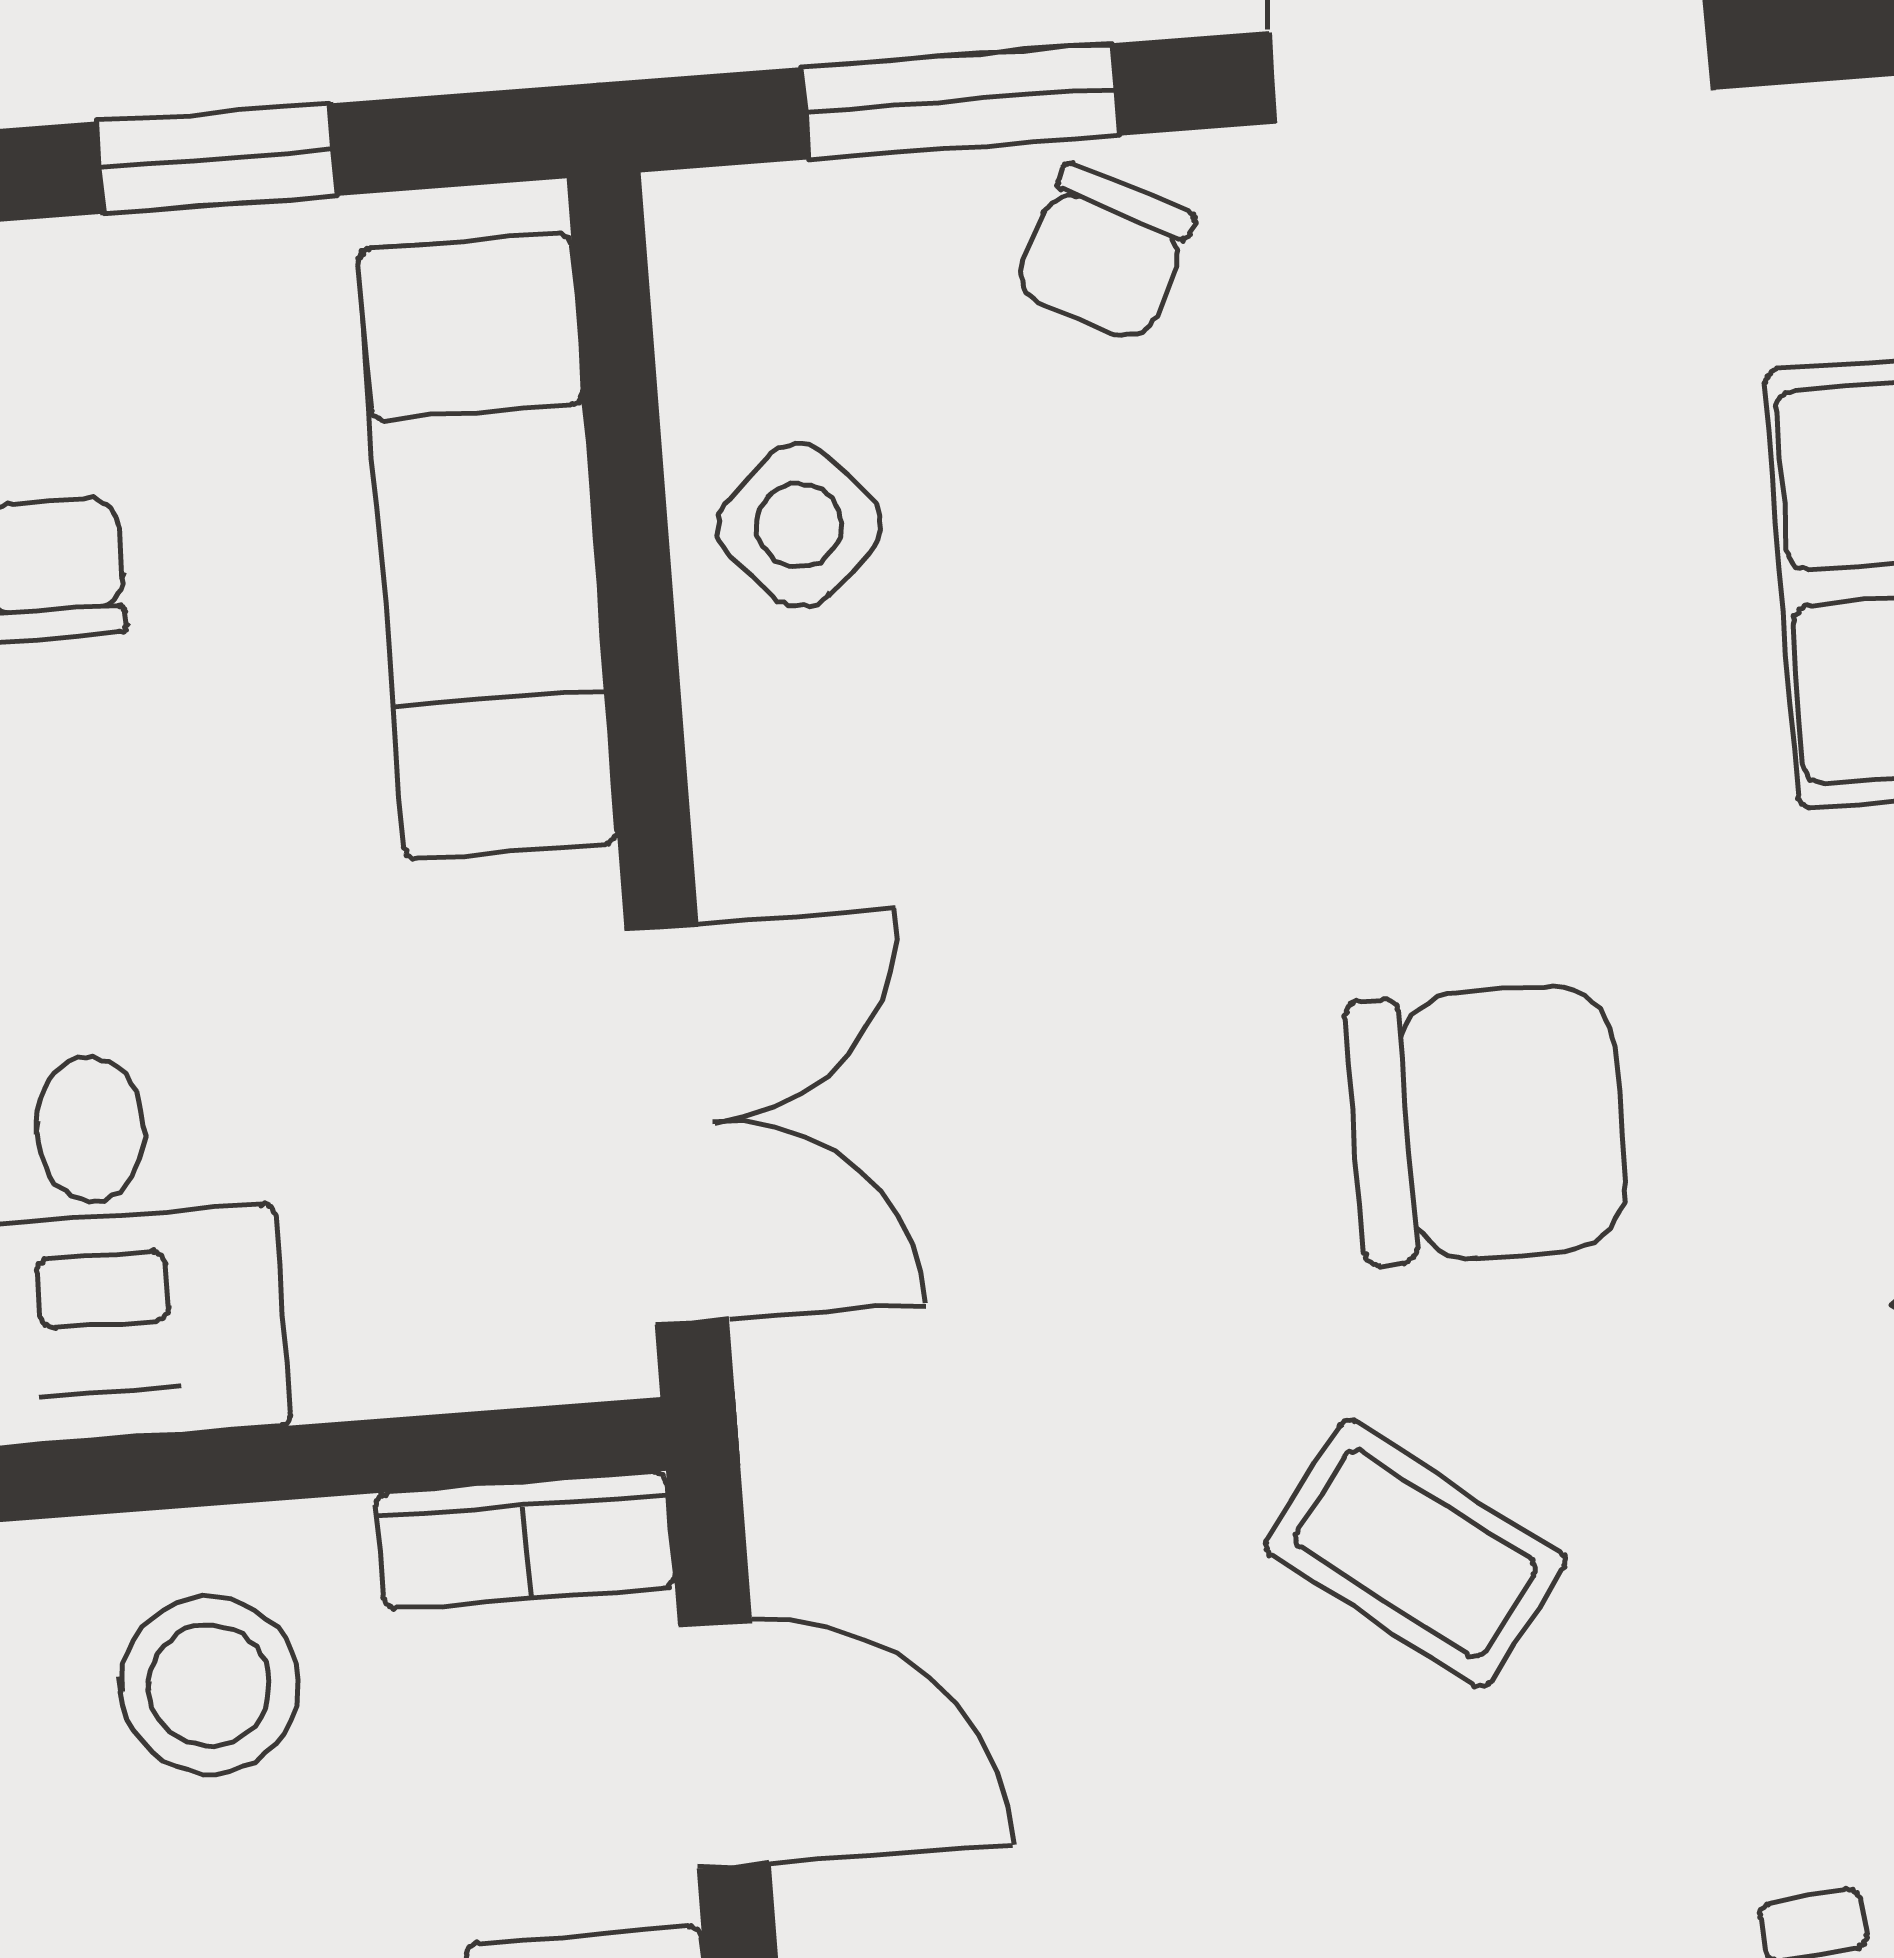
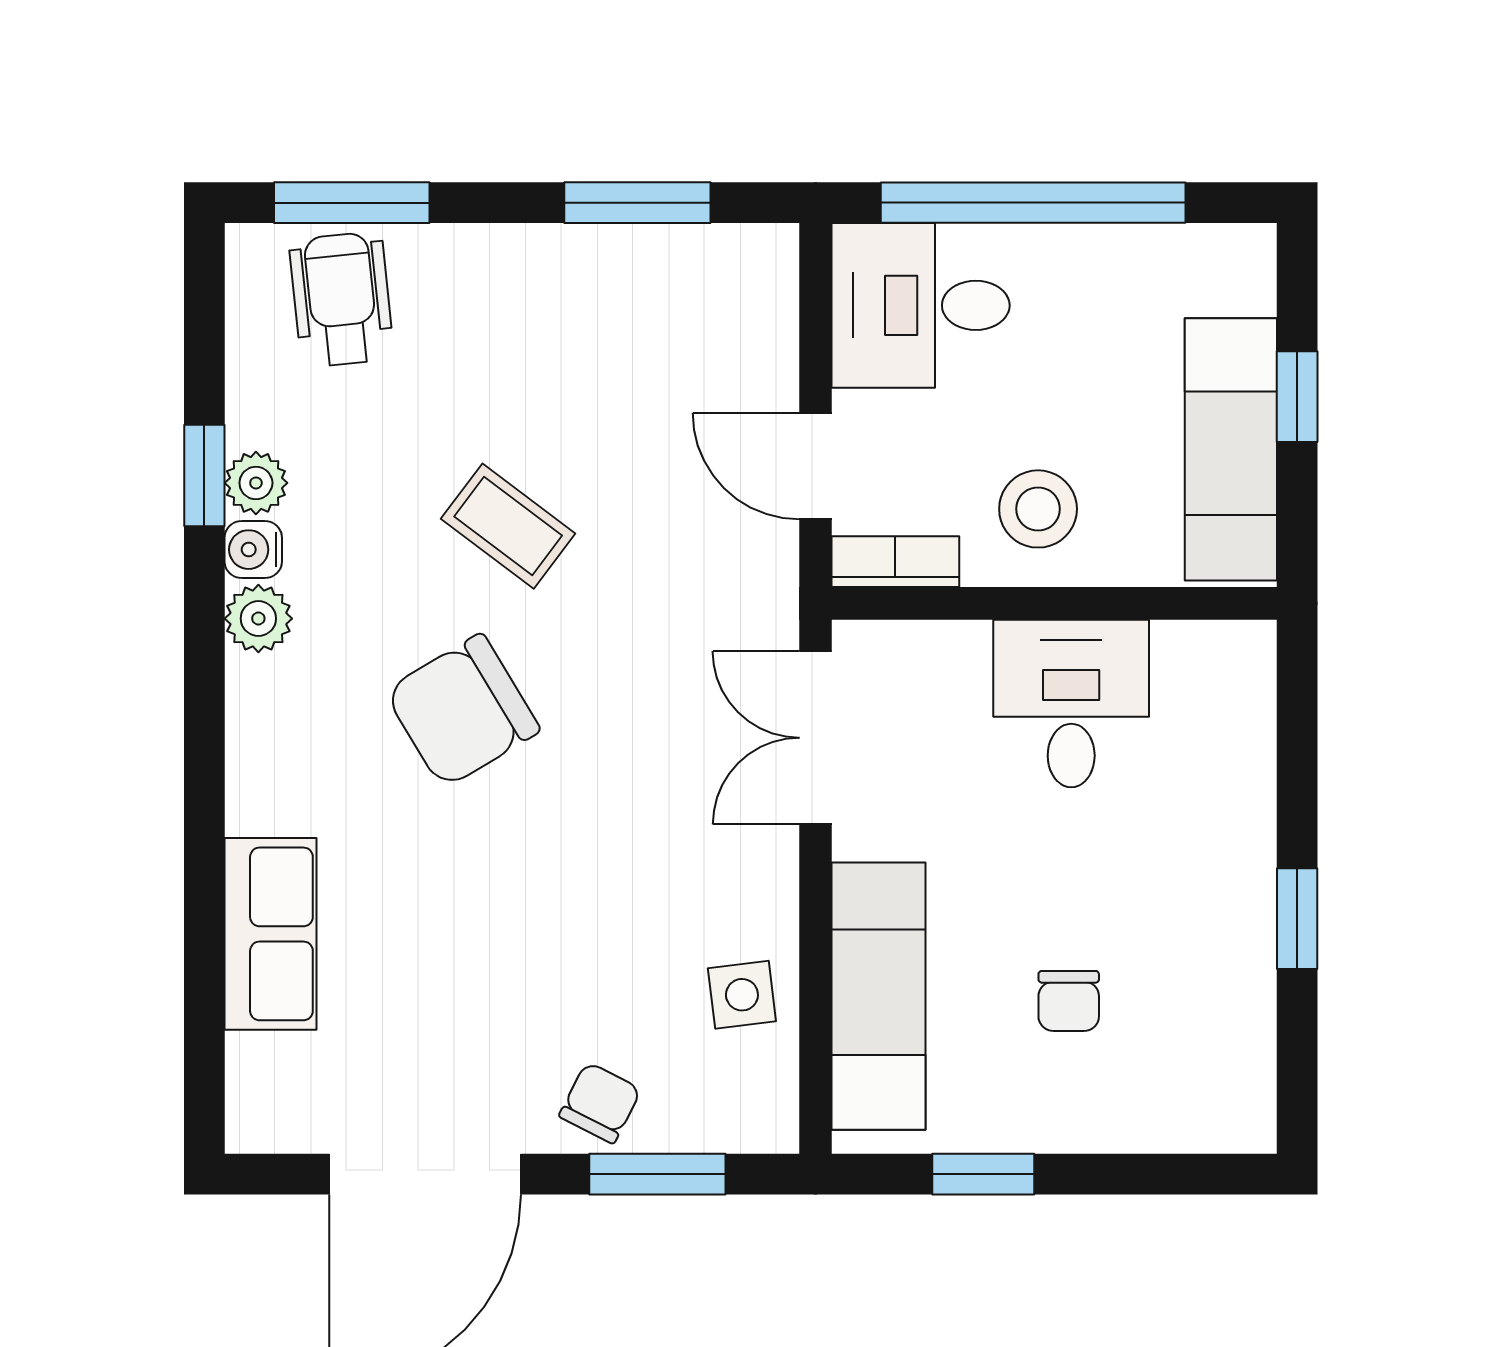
side table: (799, 525) -> (742, 995), turned 36
chair: (1487, 1124) -> (462, 711), turned -31

